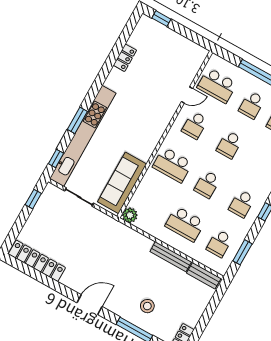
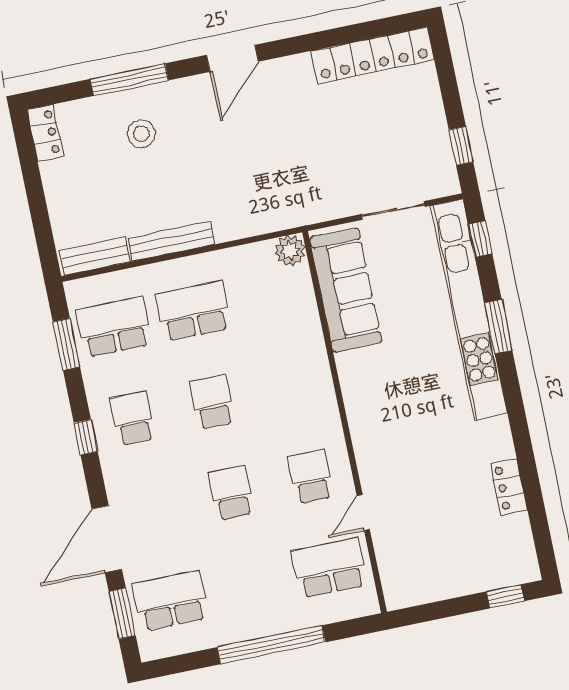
school desk: (252, 105) -> (250, 584), removed
school desk: (173, 165) -> (292, 386), removed
school desk: (219, 243) -> (114, 327), width x1.85

